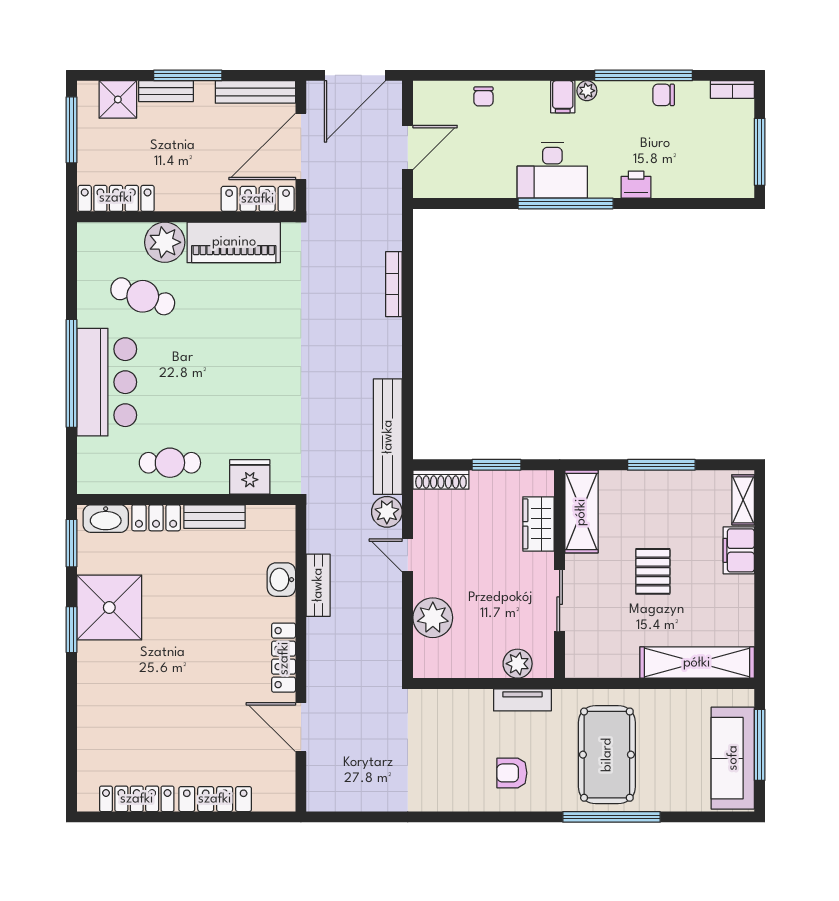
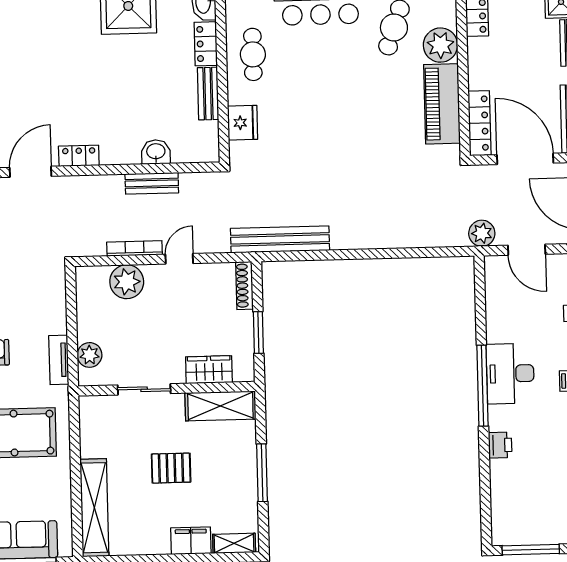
bookcase: (394, 284) -> (134, 248), moved
plant: (387, 512) -> (482, 233), moved
locker: (284, 658) -> (79, 156), width x0.66

